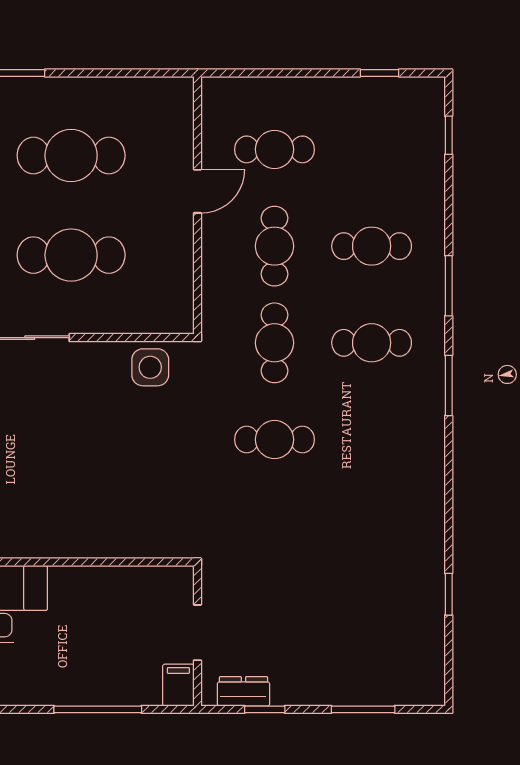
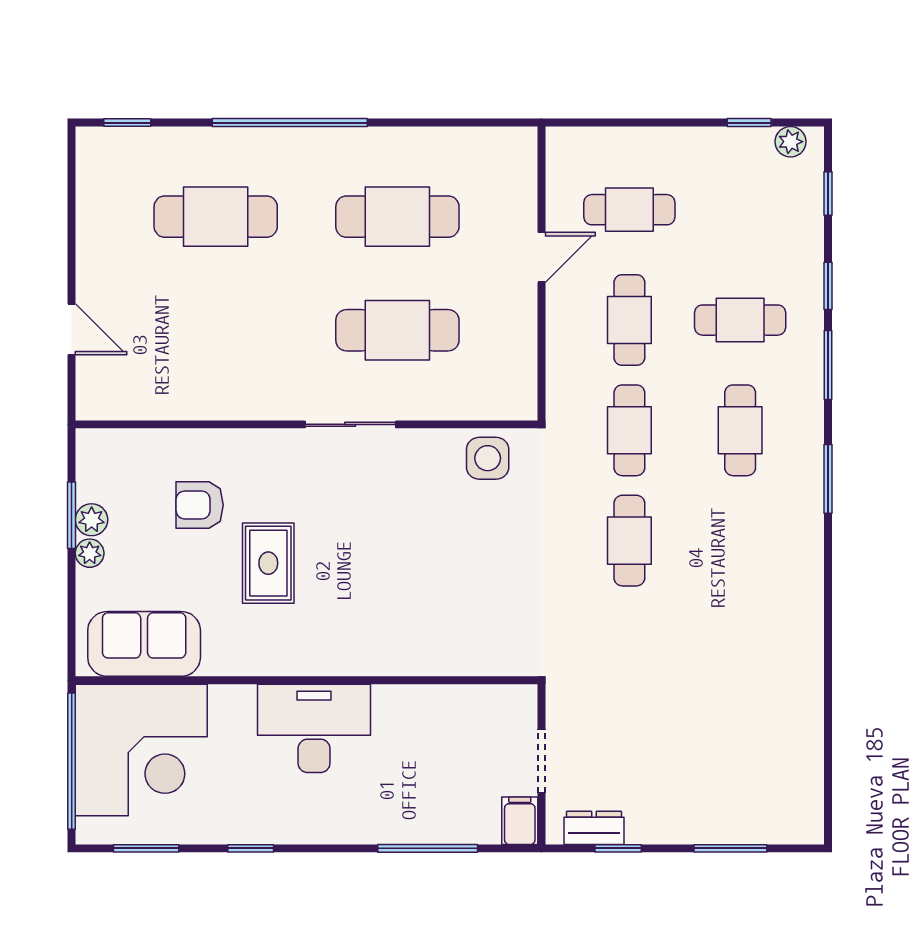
plant: (416, 90) -> (791, 142), added
cafe table: (372, 343) -> (740, 430), turned 90
cafe table: (275, 440) -> (629, 541), turned 90
window: (449, 594) -> (828, 286), moved

